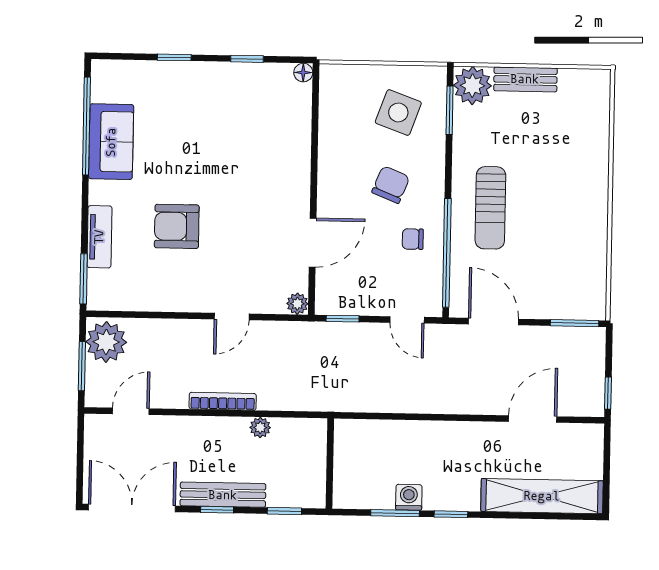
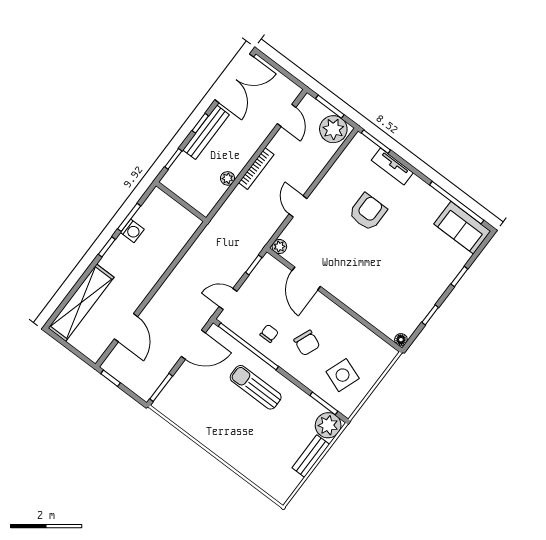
sofa: (111, 142) -> (462, 228), moved

